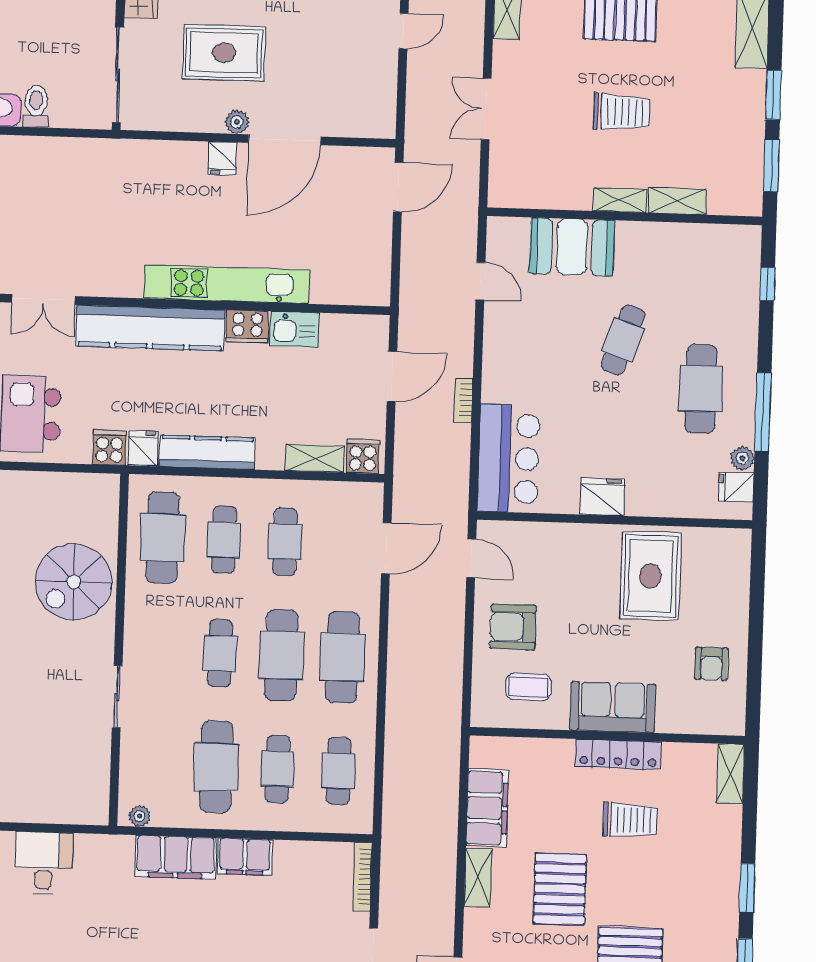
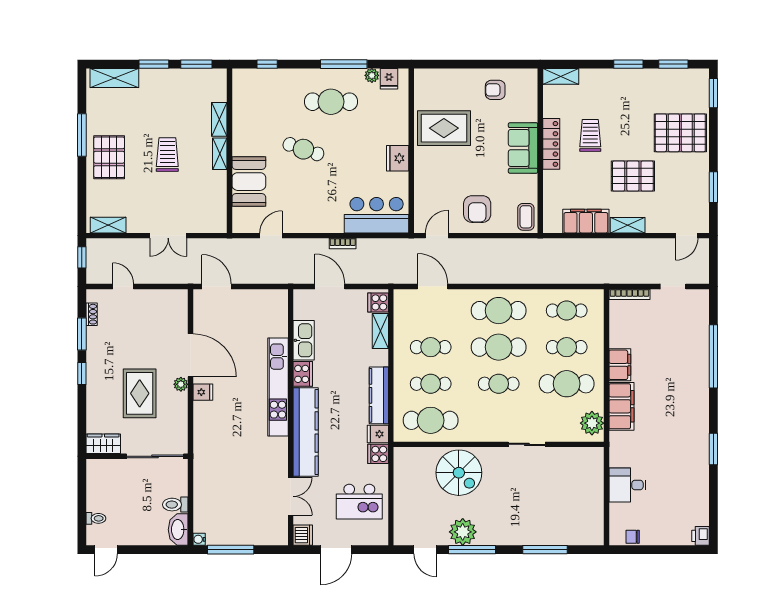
kitchen sink: (294, 329) -> (304, 340), width x1.38
armchair: (711, 664) -> (495, 90), turned 180
coffee table: (528, 687) -> (526, 217), moved
plant: (139, 816) -> (592, 423), width x1.87, depth x1.87

